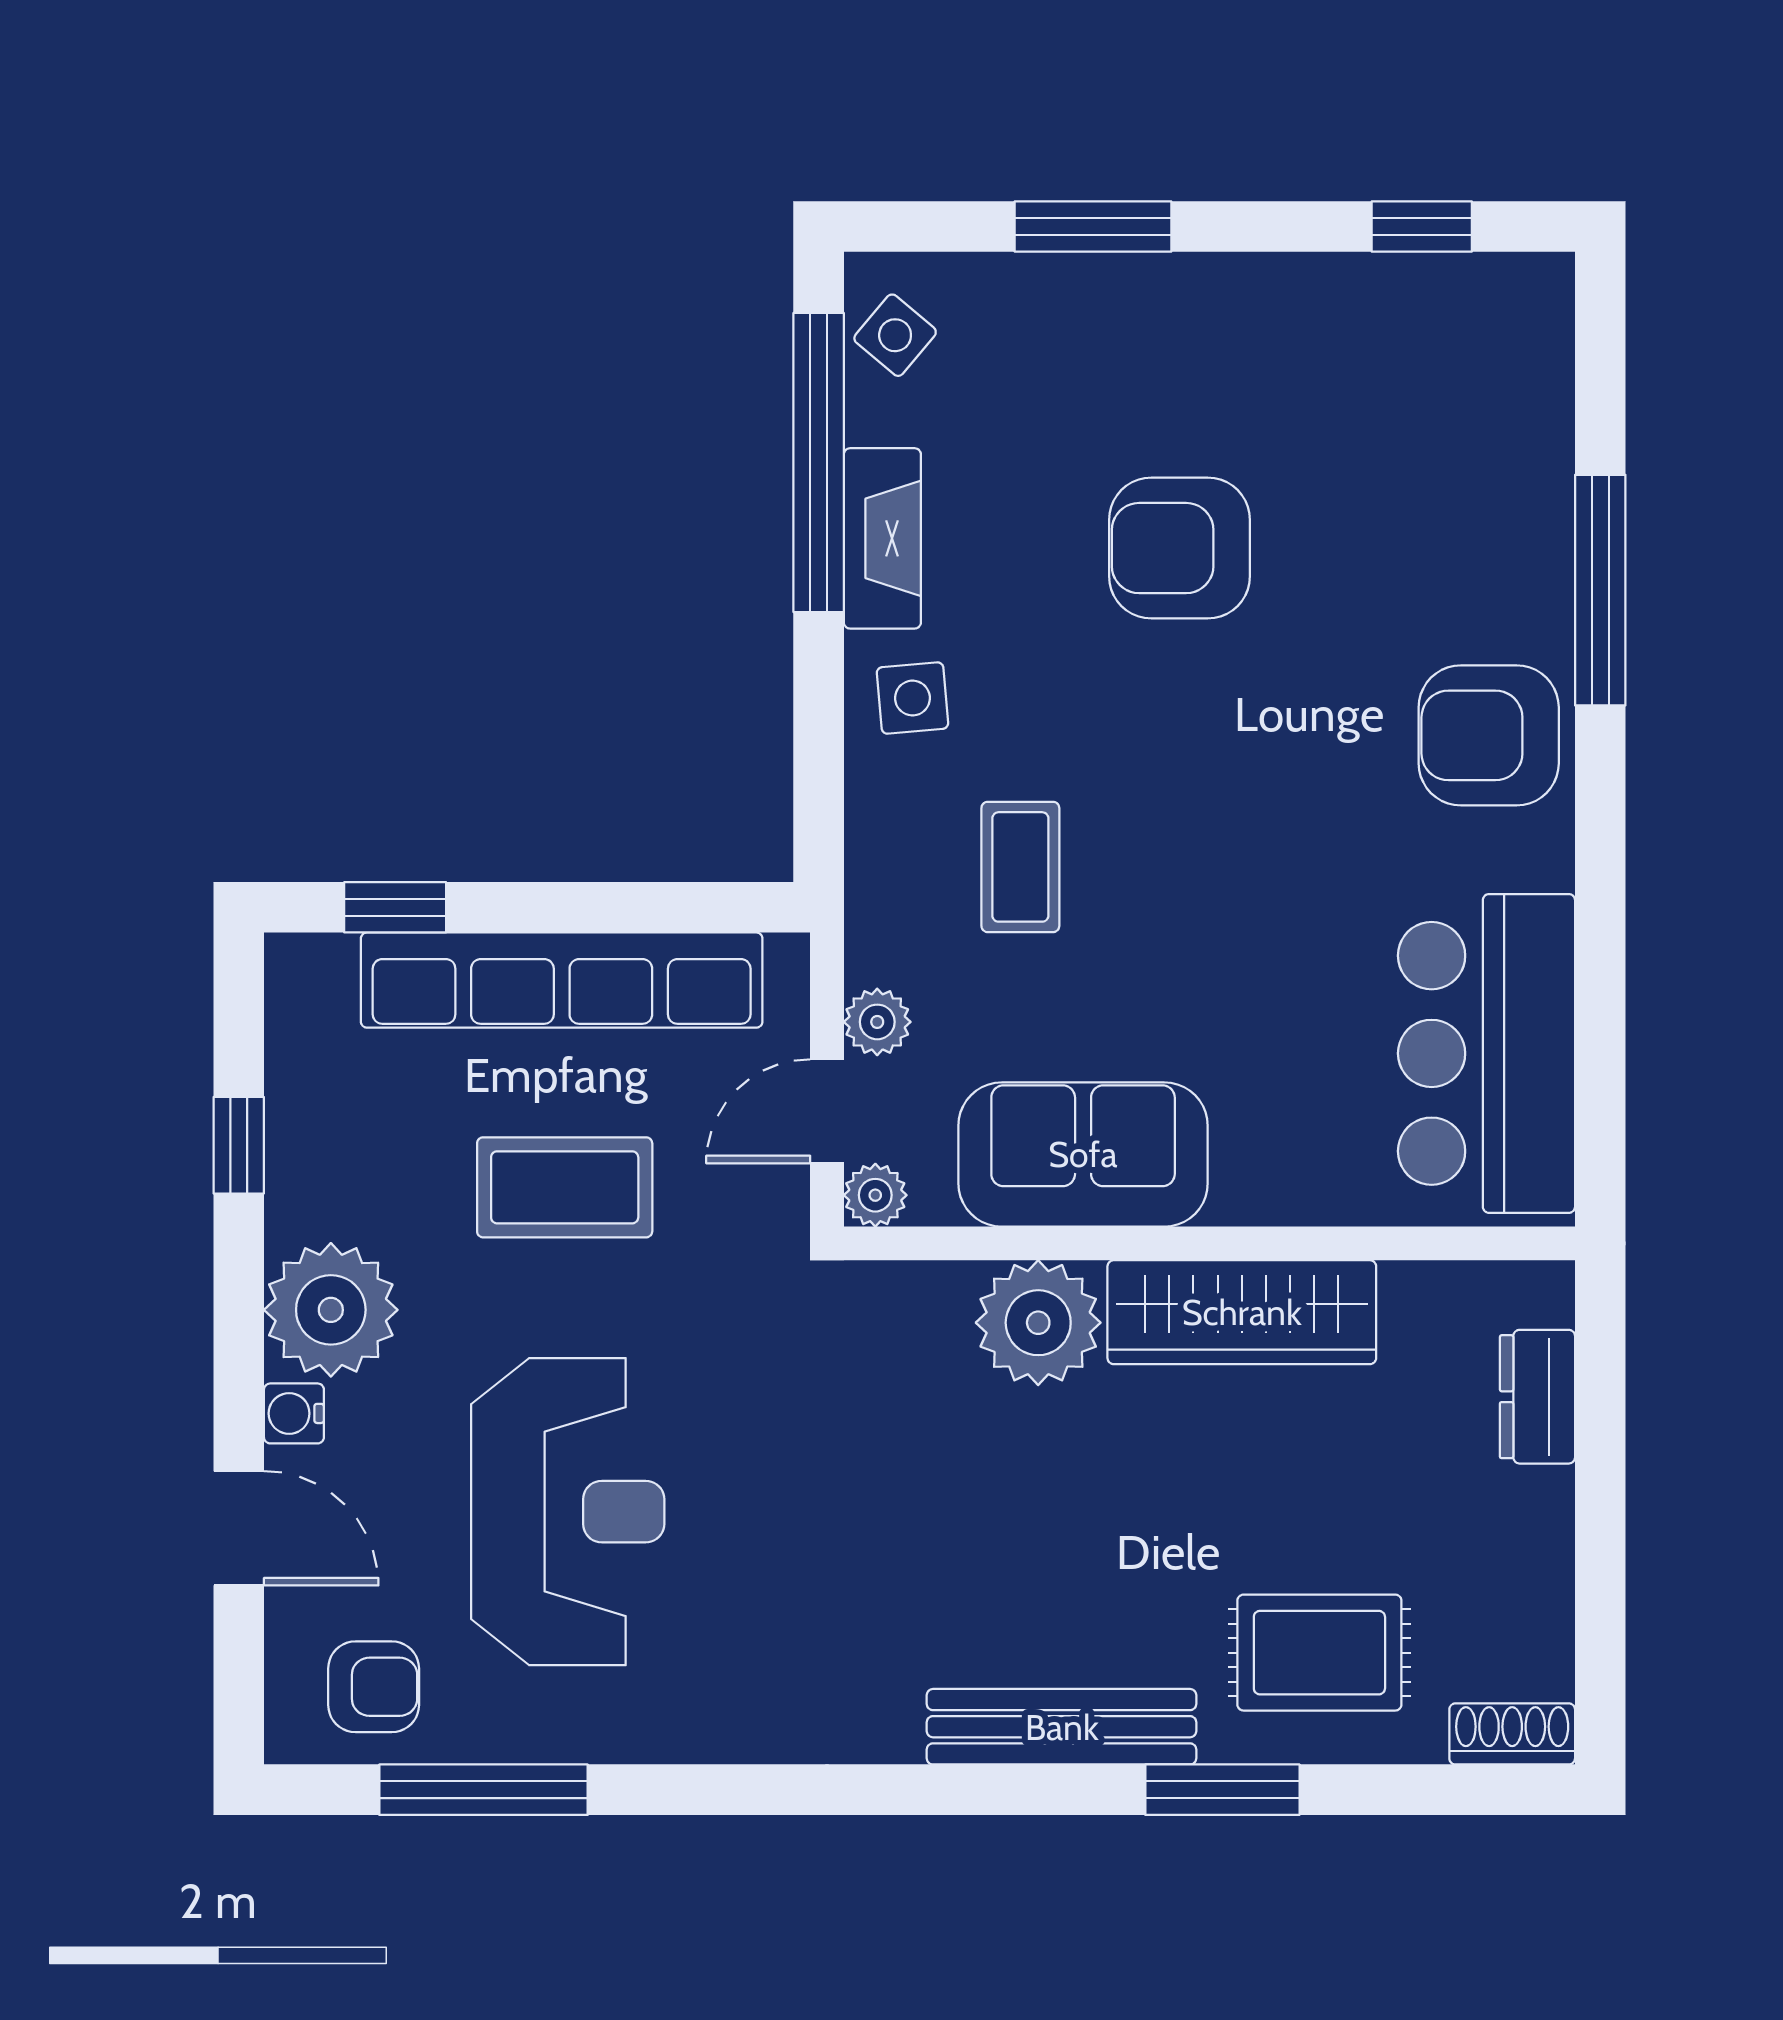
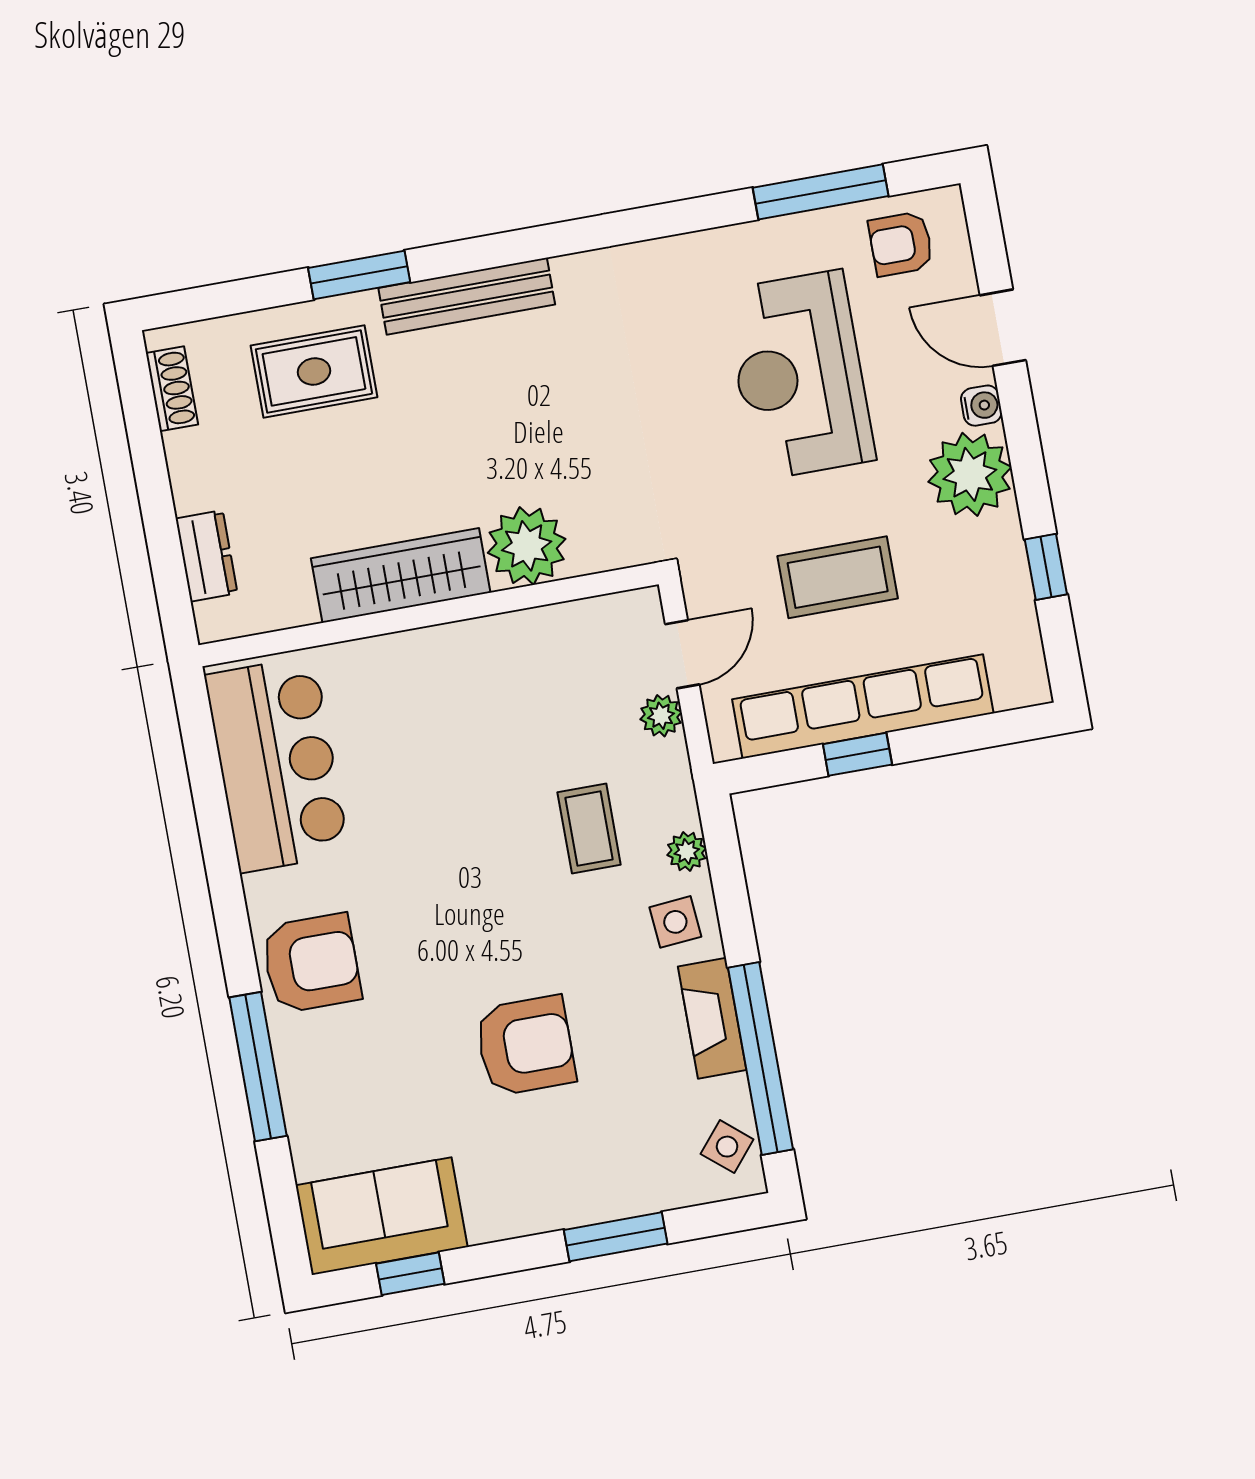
window: (395, 907) -> (857, 754), moved
sofa: (1083, 1154) -> (382, 1216), moved, turned 180
plant: (875, 1195) -> (687, 852), moved
shoe rack: (1512, 1734) -> (172, 389), moved, turned -90

